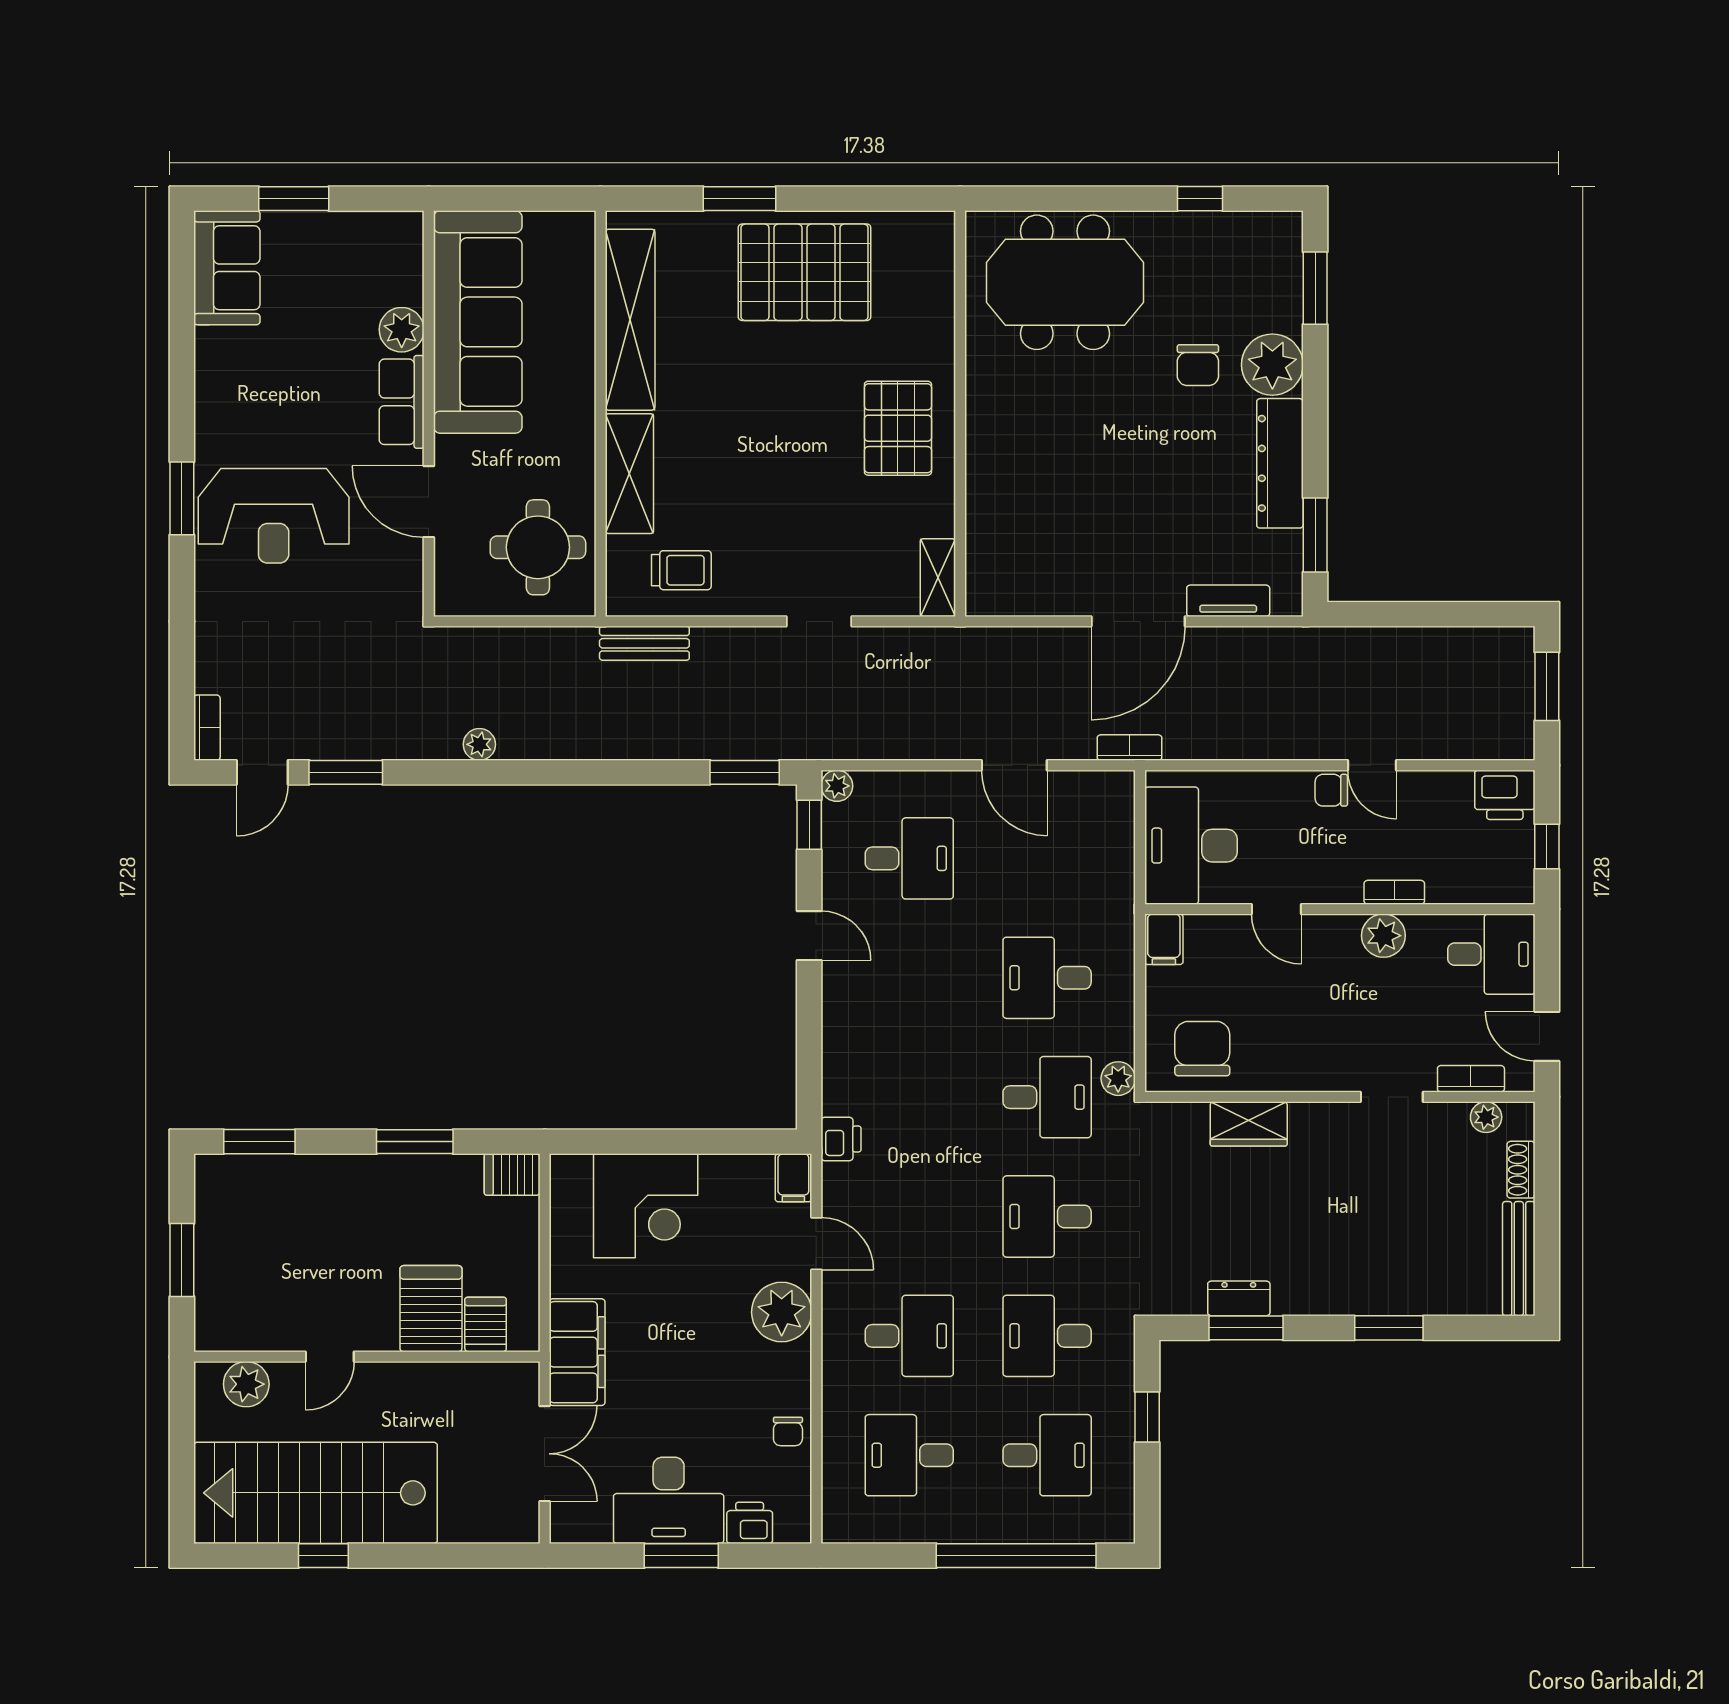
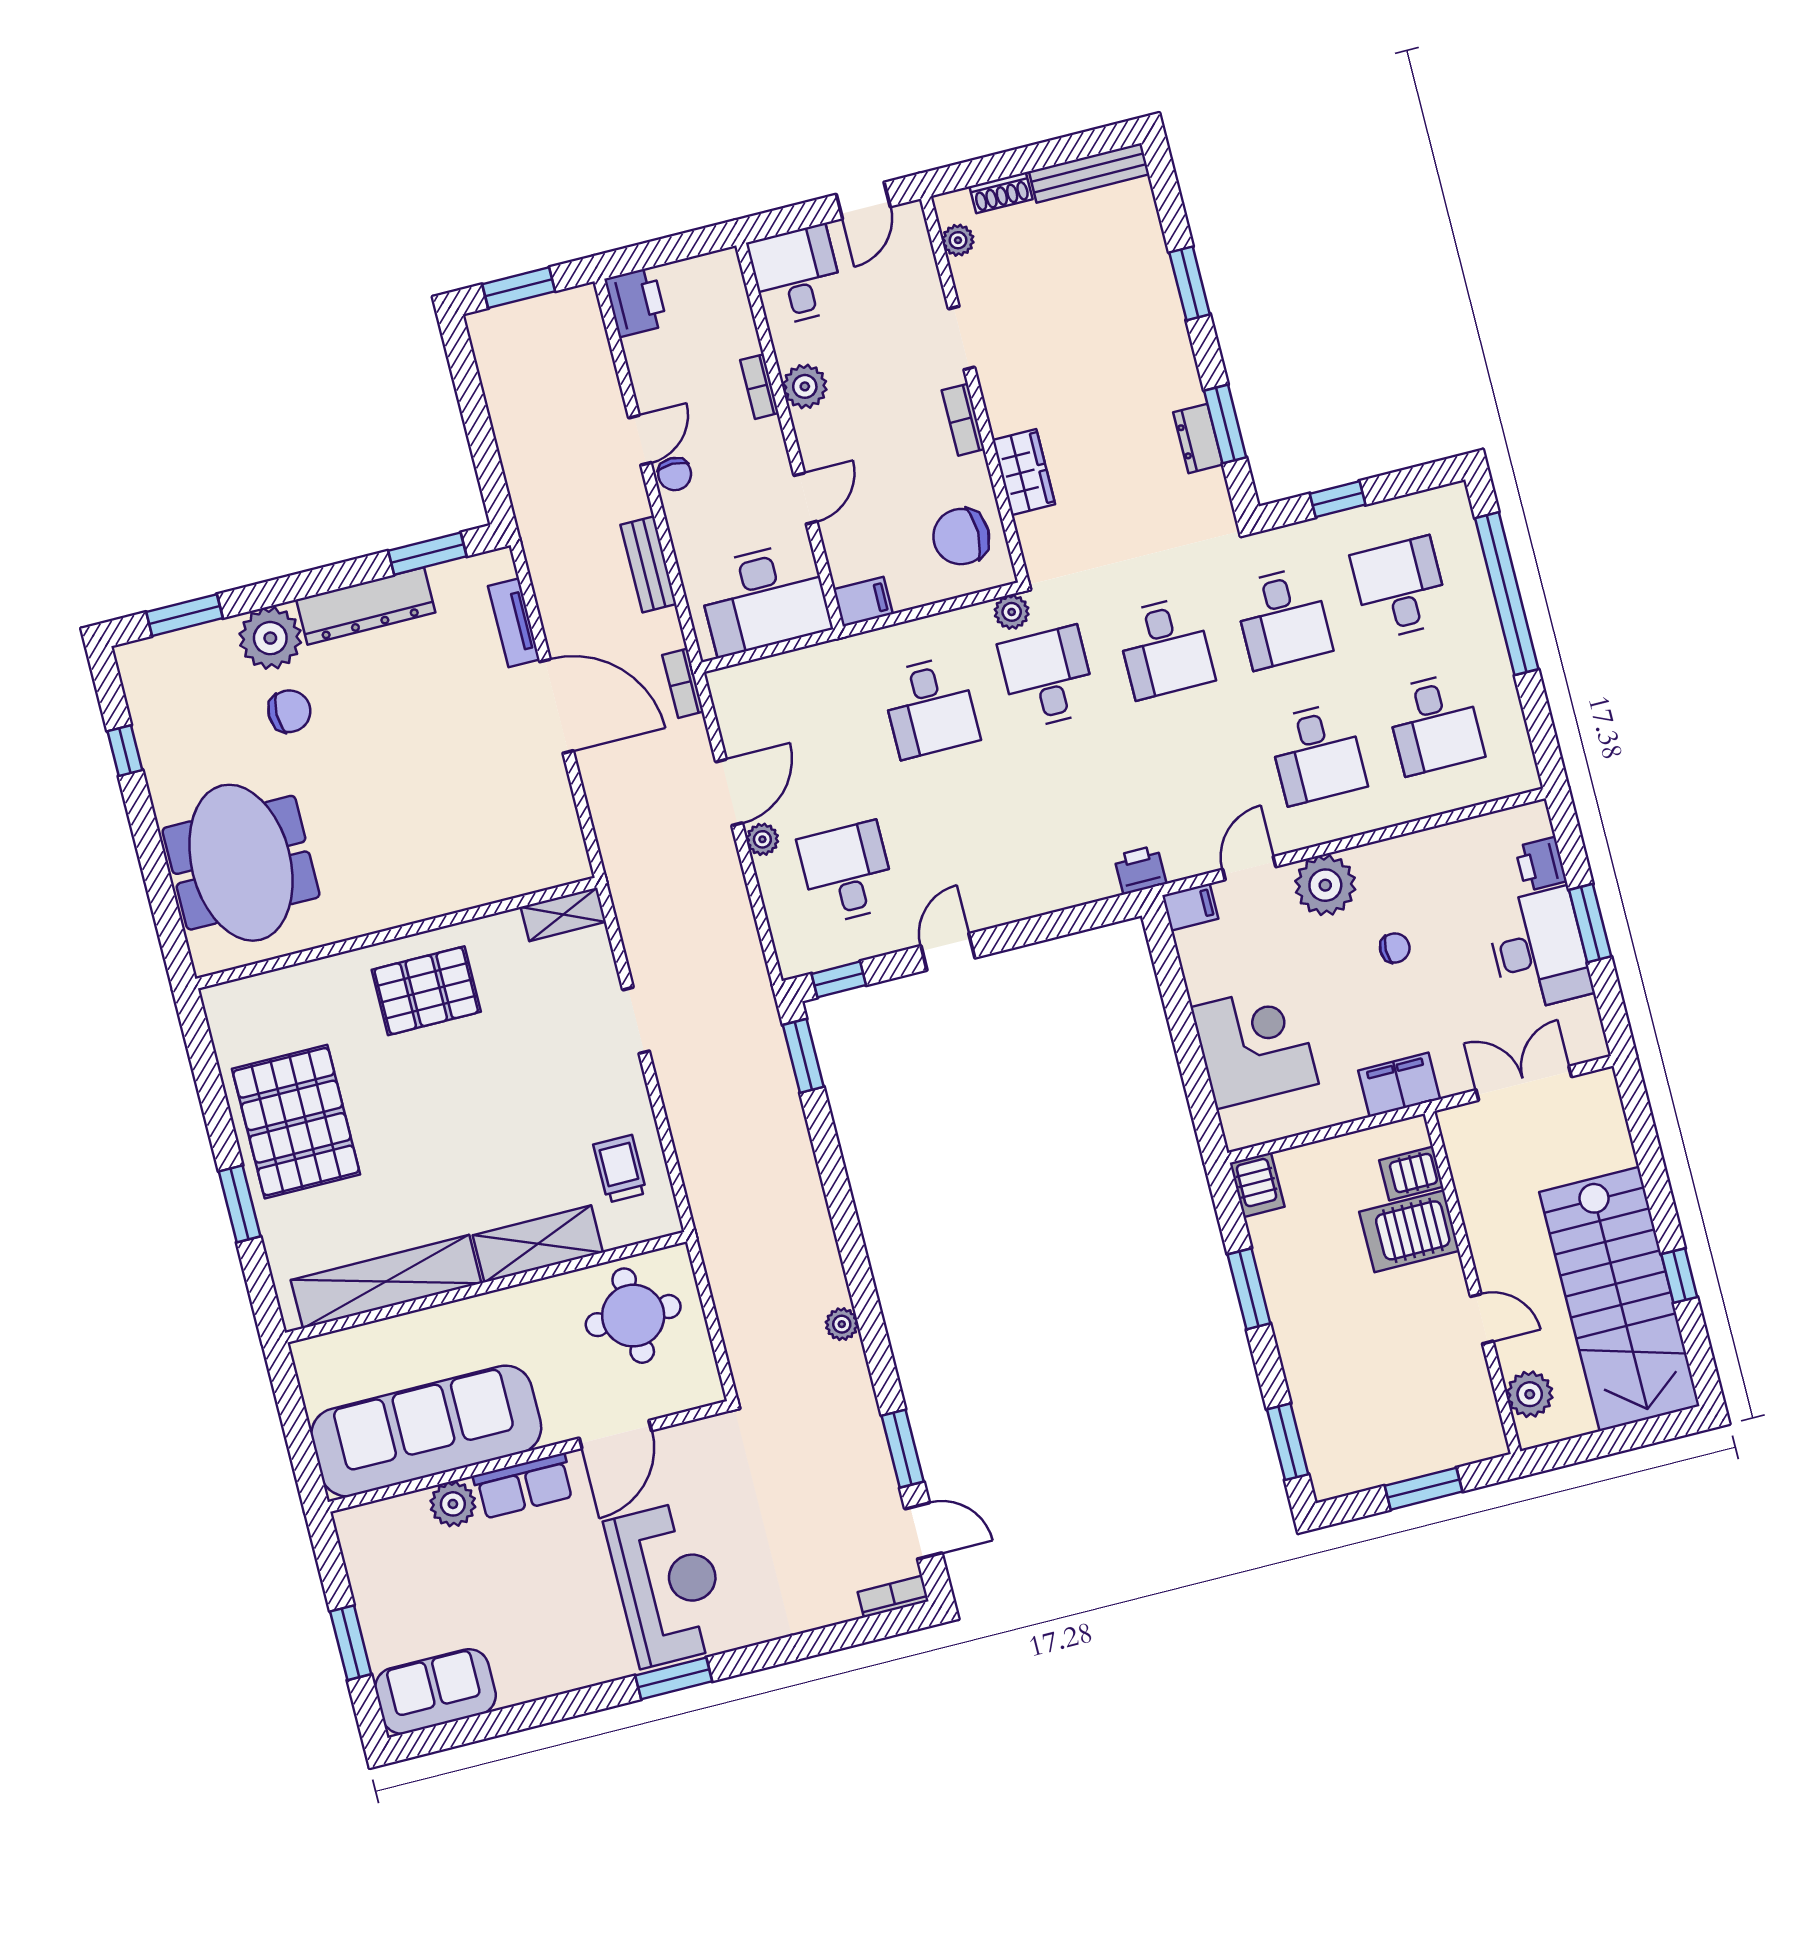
bench: (644, 643) -> (648, 564), moved
plant: (837, 786) -> (762, 839), moved
window: (1547, 847) -> (676, 248), removed
bookcase: (1471, 1079) -> (963, 420), moved
desk: (909, 1336) -> (1317, 754), turned 180
filing cabinet: (577, 1352) -> (1399, 1085), width x0.67, depth x0.86
chair: (788, 1431) -> (1395, 948), moved

